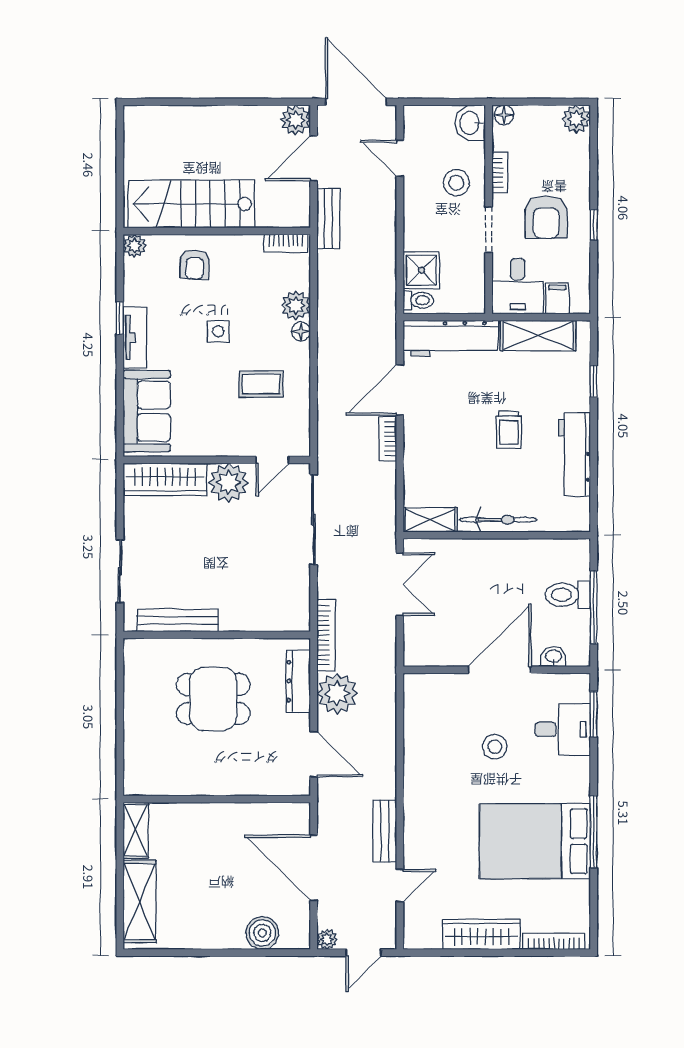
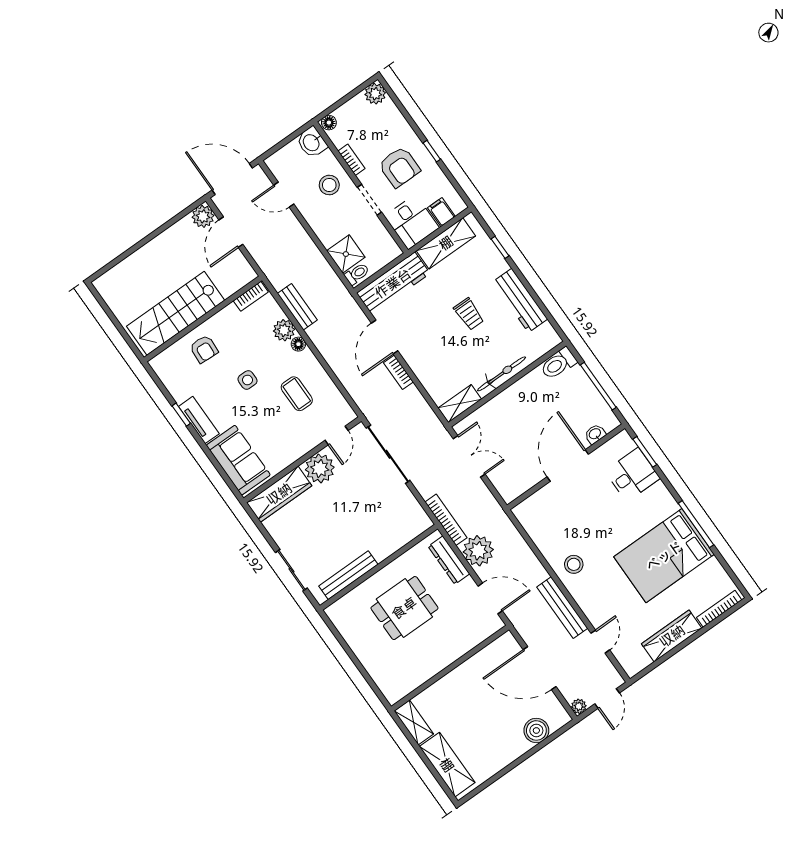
bench: (328, 219) -> (297, 307), moved
plant: (134, 246) -> (159, 364), removed
coffee table: (261, 384) -> (297, 394), turned 90
toilet: (568, 595) -> (558, 364), moved
stool: (495, 747) -> (574, 564), moved
bench: (385, 831) -> (562, 608), width x1.36

